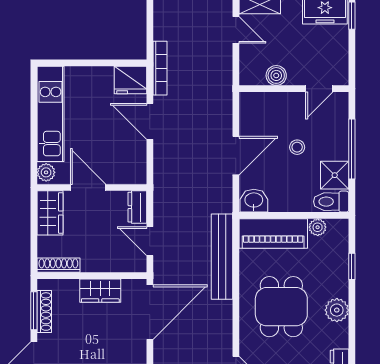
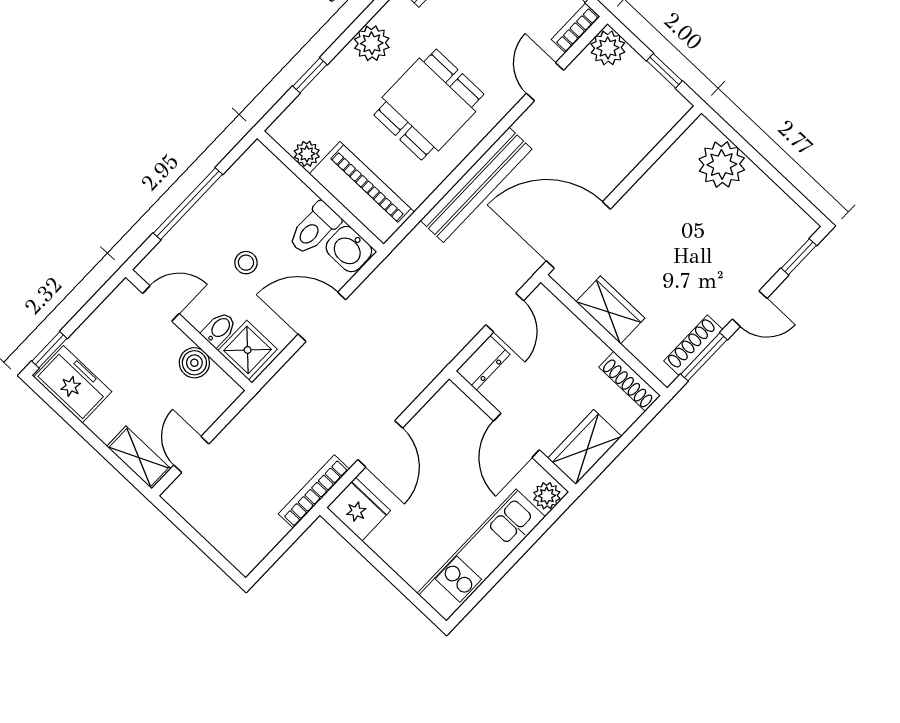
bidet: (280, 103) -> (219, 329), added
shower: (335, 175) -> (248, 350), moved
toilet: (331, 202) -> (314, 228), moved, turned 90
bench: (222, 257) -> (476, 185), moved

